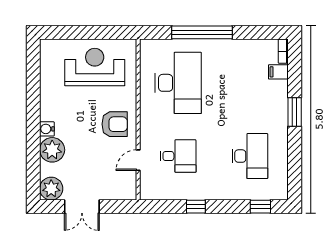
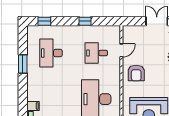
window: (295, 112) -> (23, 64), moved
armchair: (115, 124) -> (136, 73), turned -90

